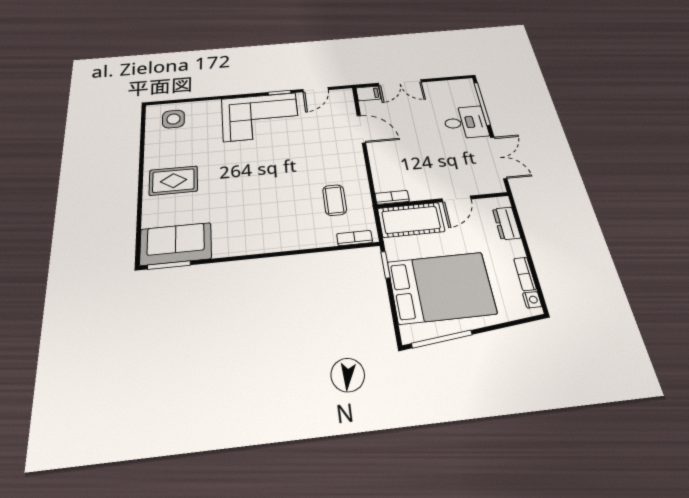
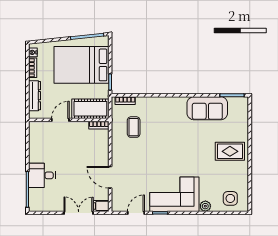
plant: (212, 106) -> (205, 206), added
double door: (499, 158) -> (27, 146), removed
dresser: (507, 223) -> (35, 96), width x1.44
sofa: (176, 244) -> (207, 108), moved

